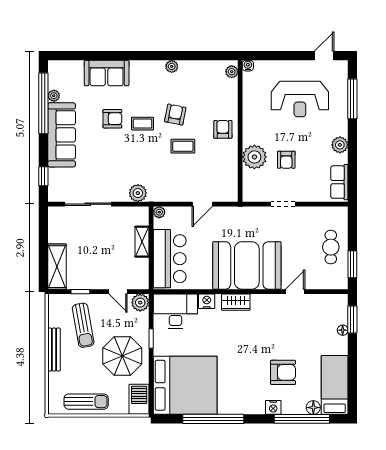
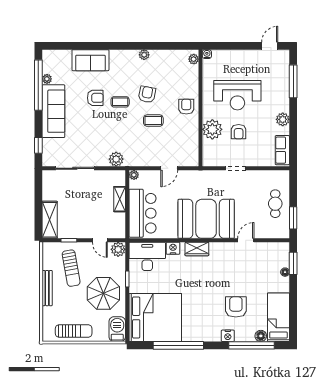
reception desk: (300, 99) -> (237, 95), moved
armchair: (283, 372) -> (236, 307), turned -90

